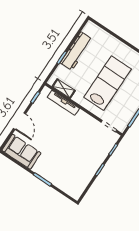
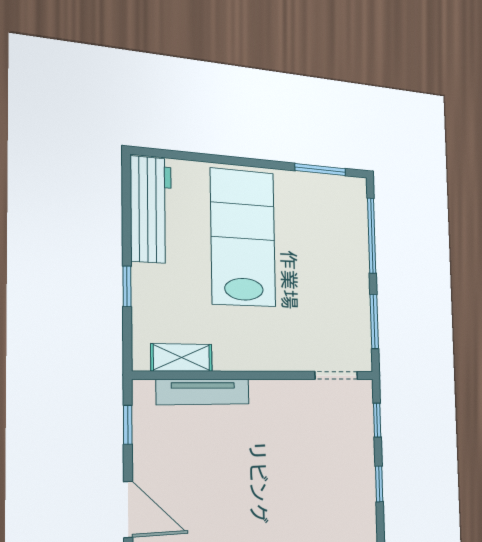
workbench: (76, 51) -> (151, 210), moved
lab bench: (108, 83) -> (243, 238), moved

